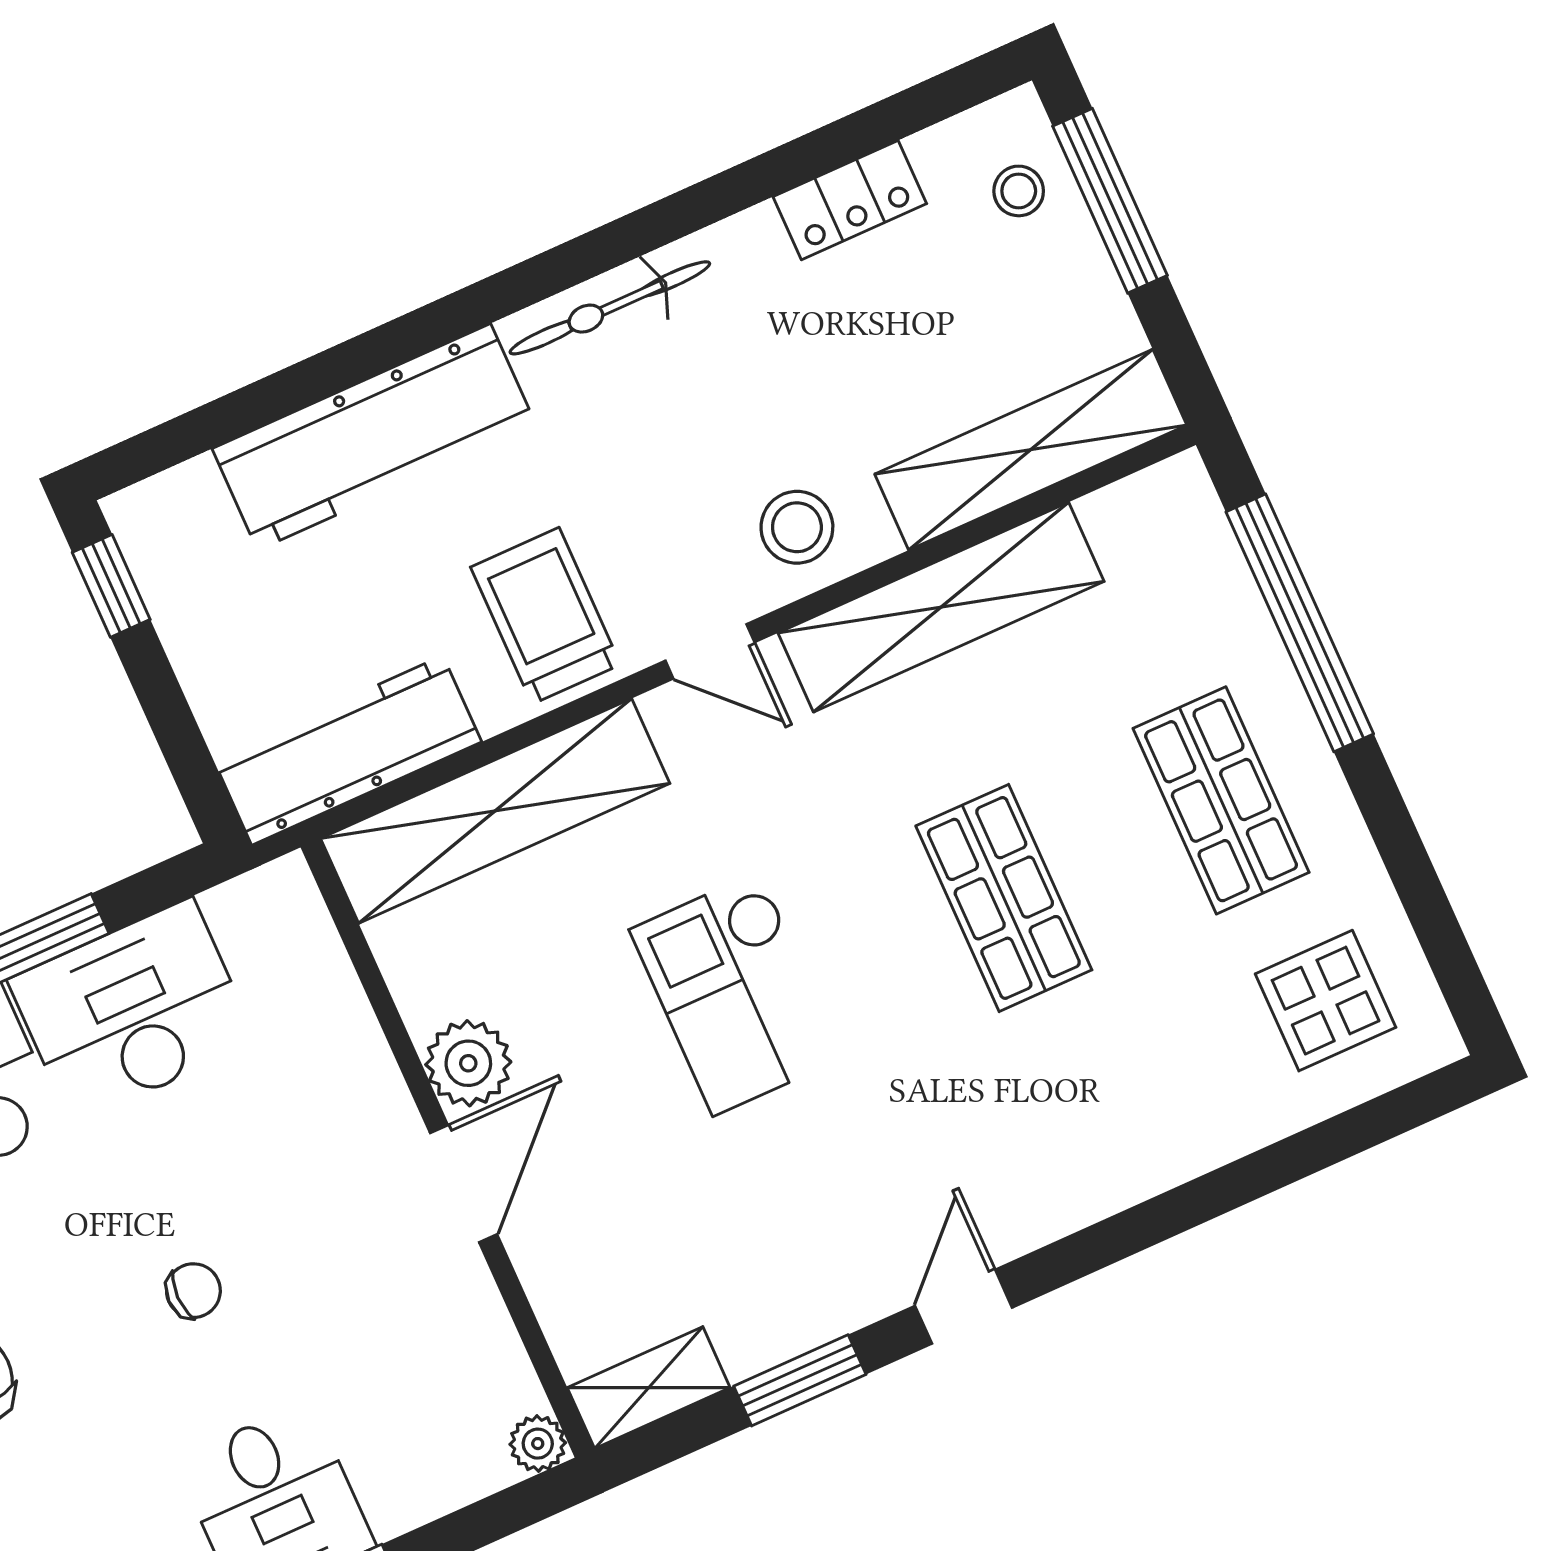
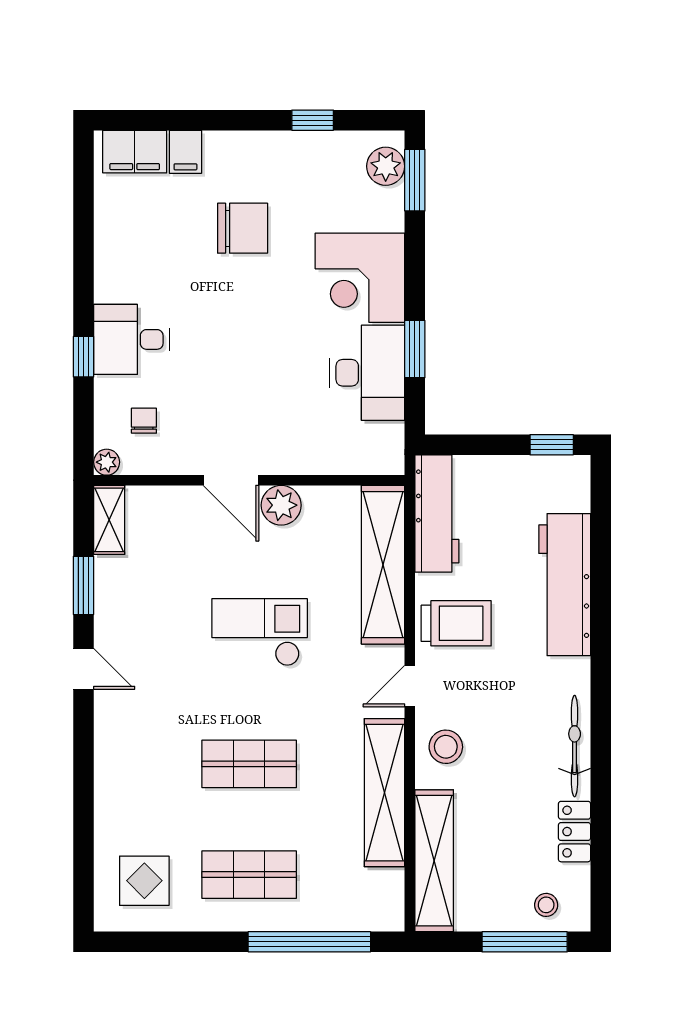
bicycle: (610, 308) -> (575, 746), moved
chair: (193, 1291) -> (144, 421), moved, turned 180

